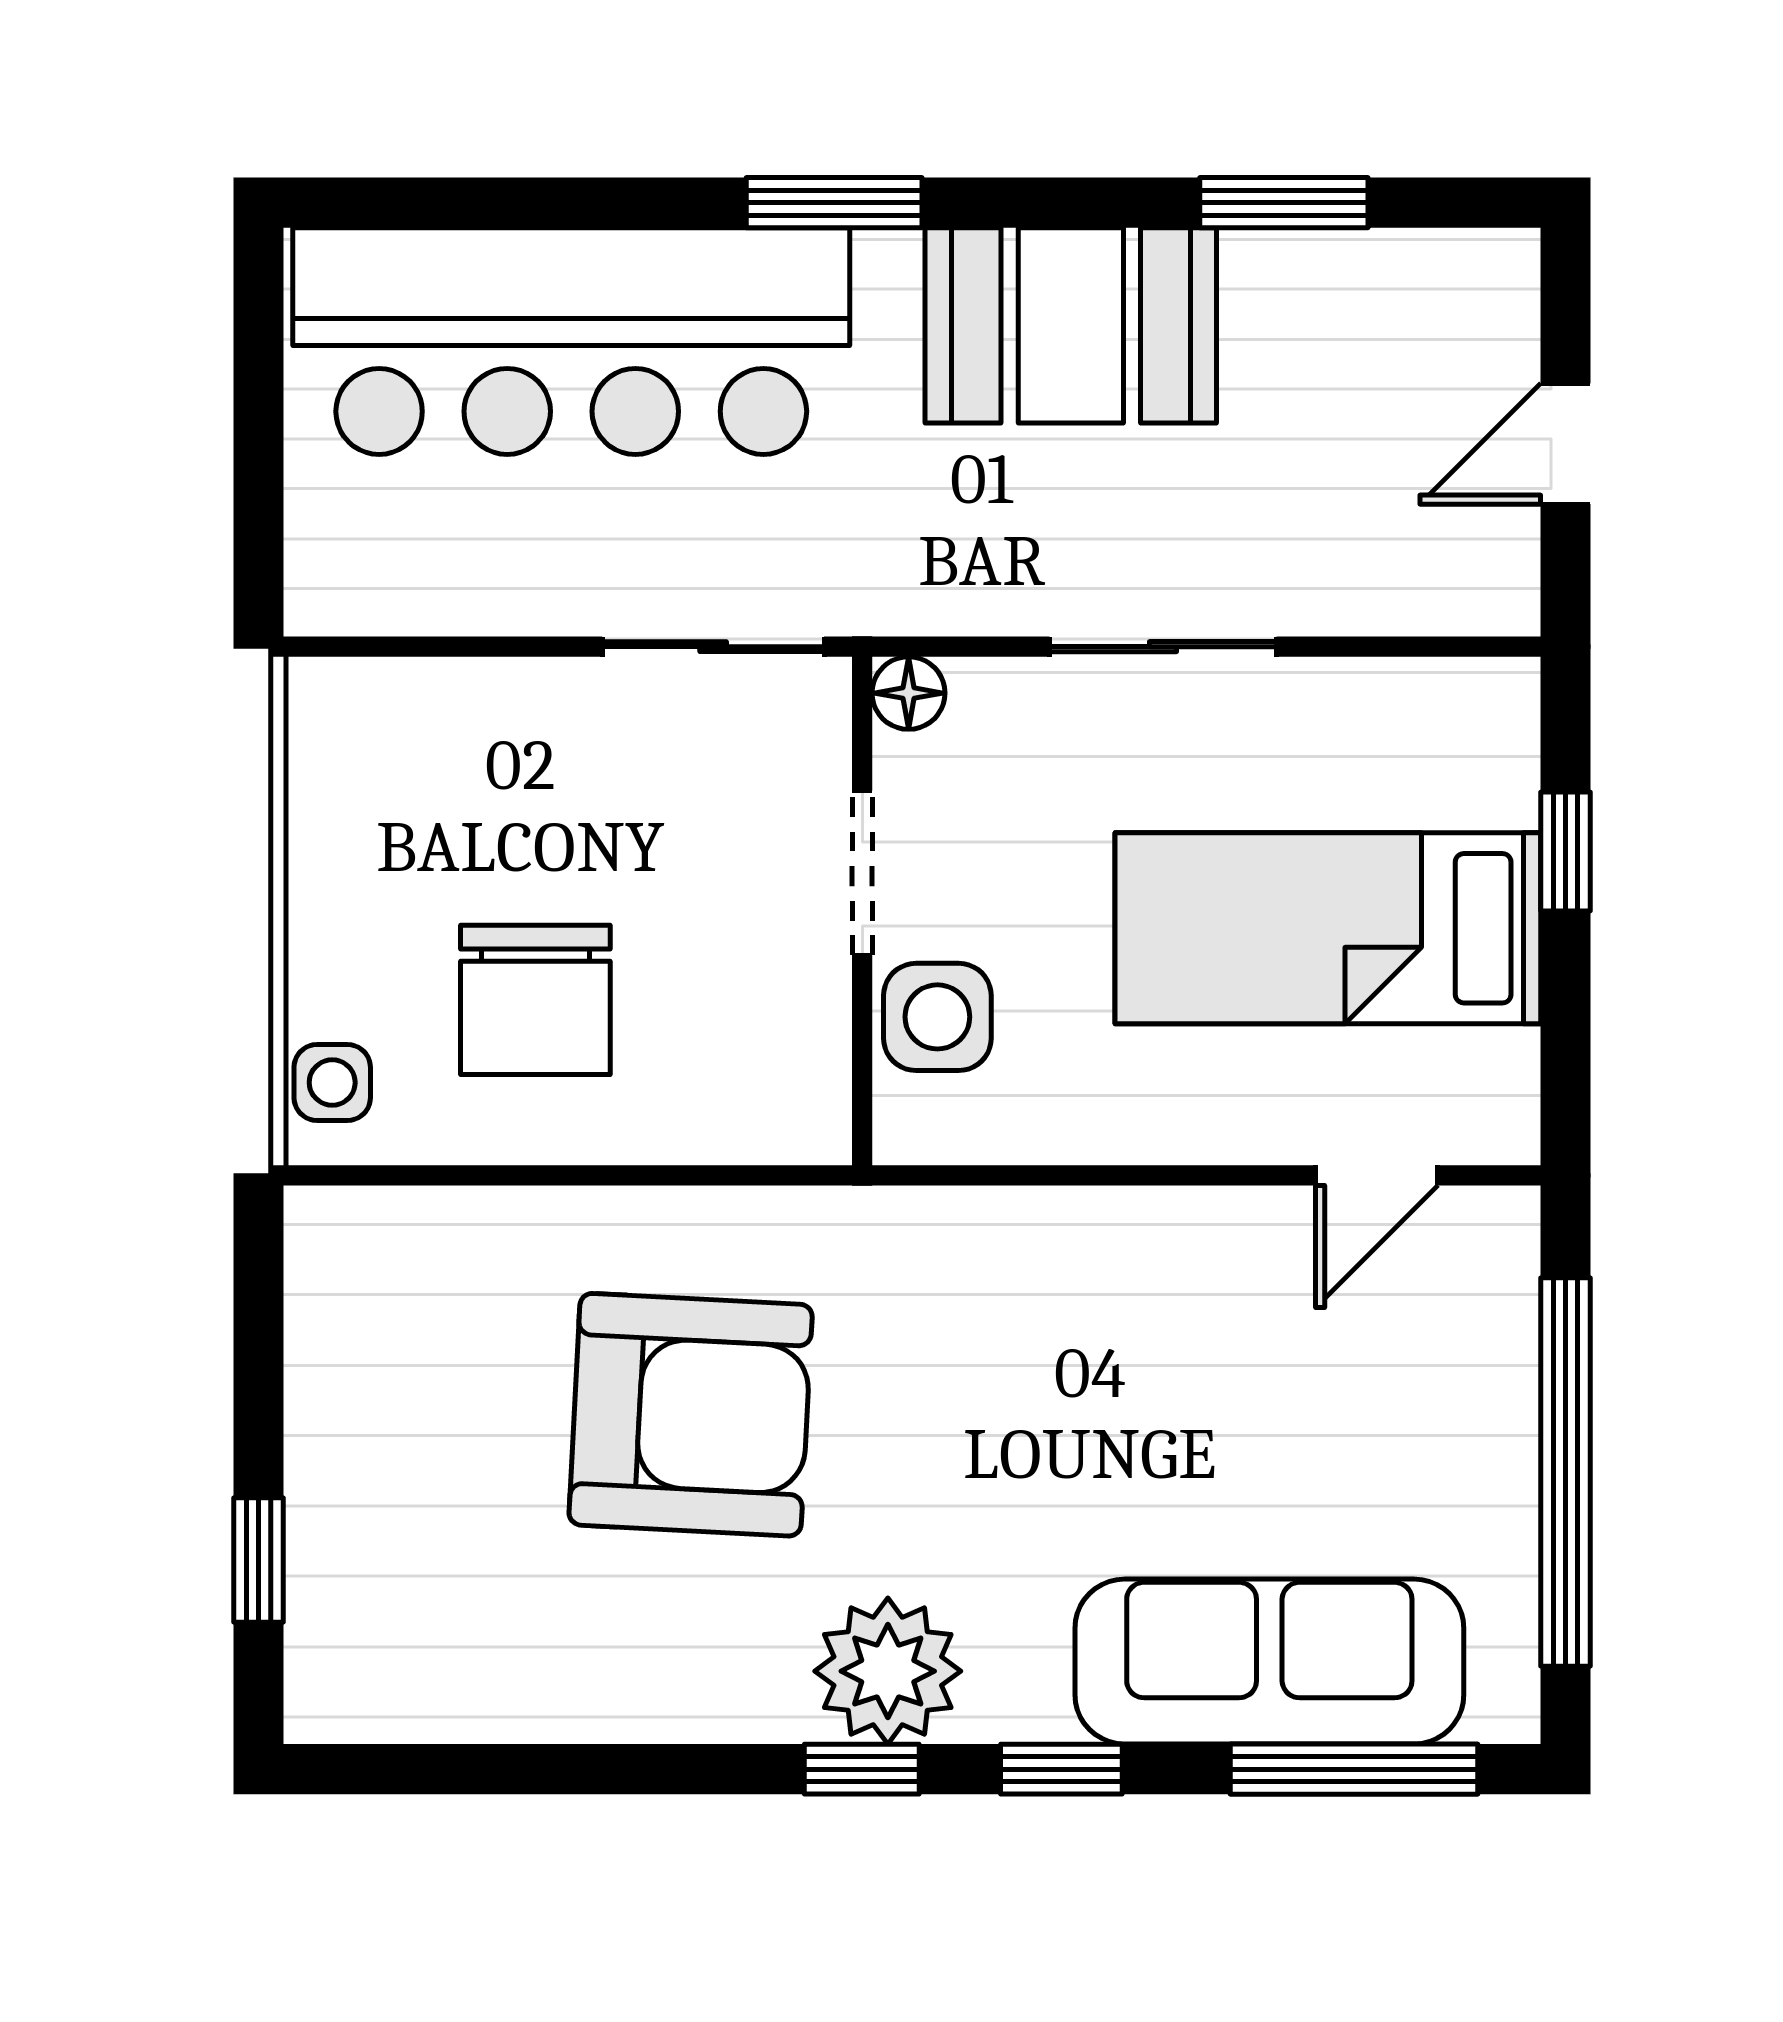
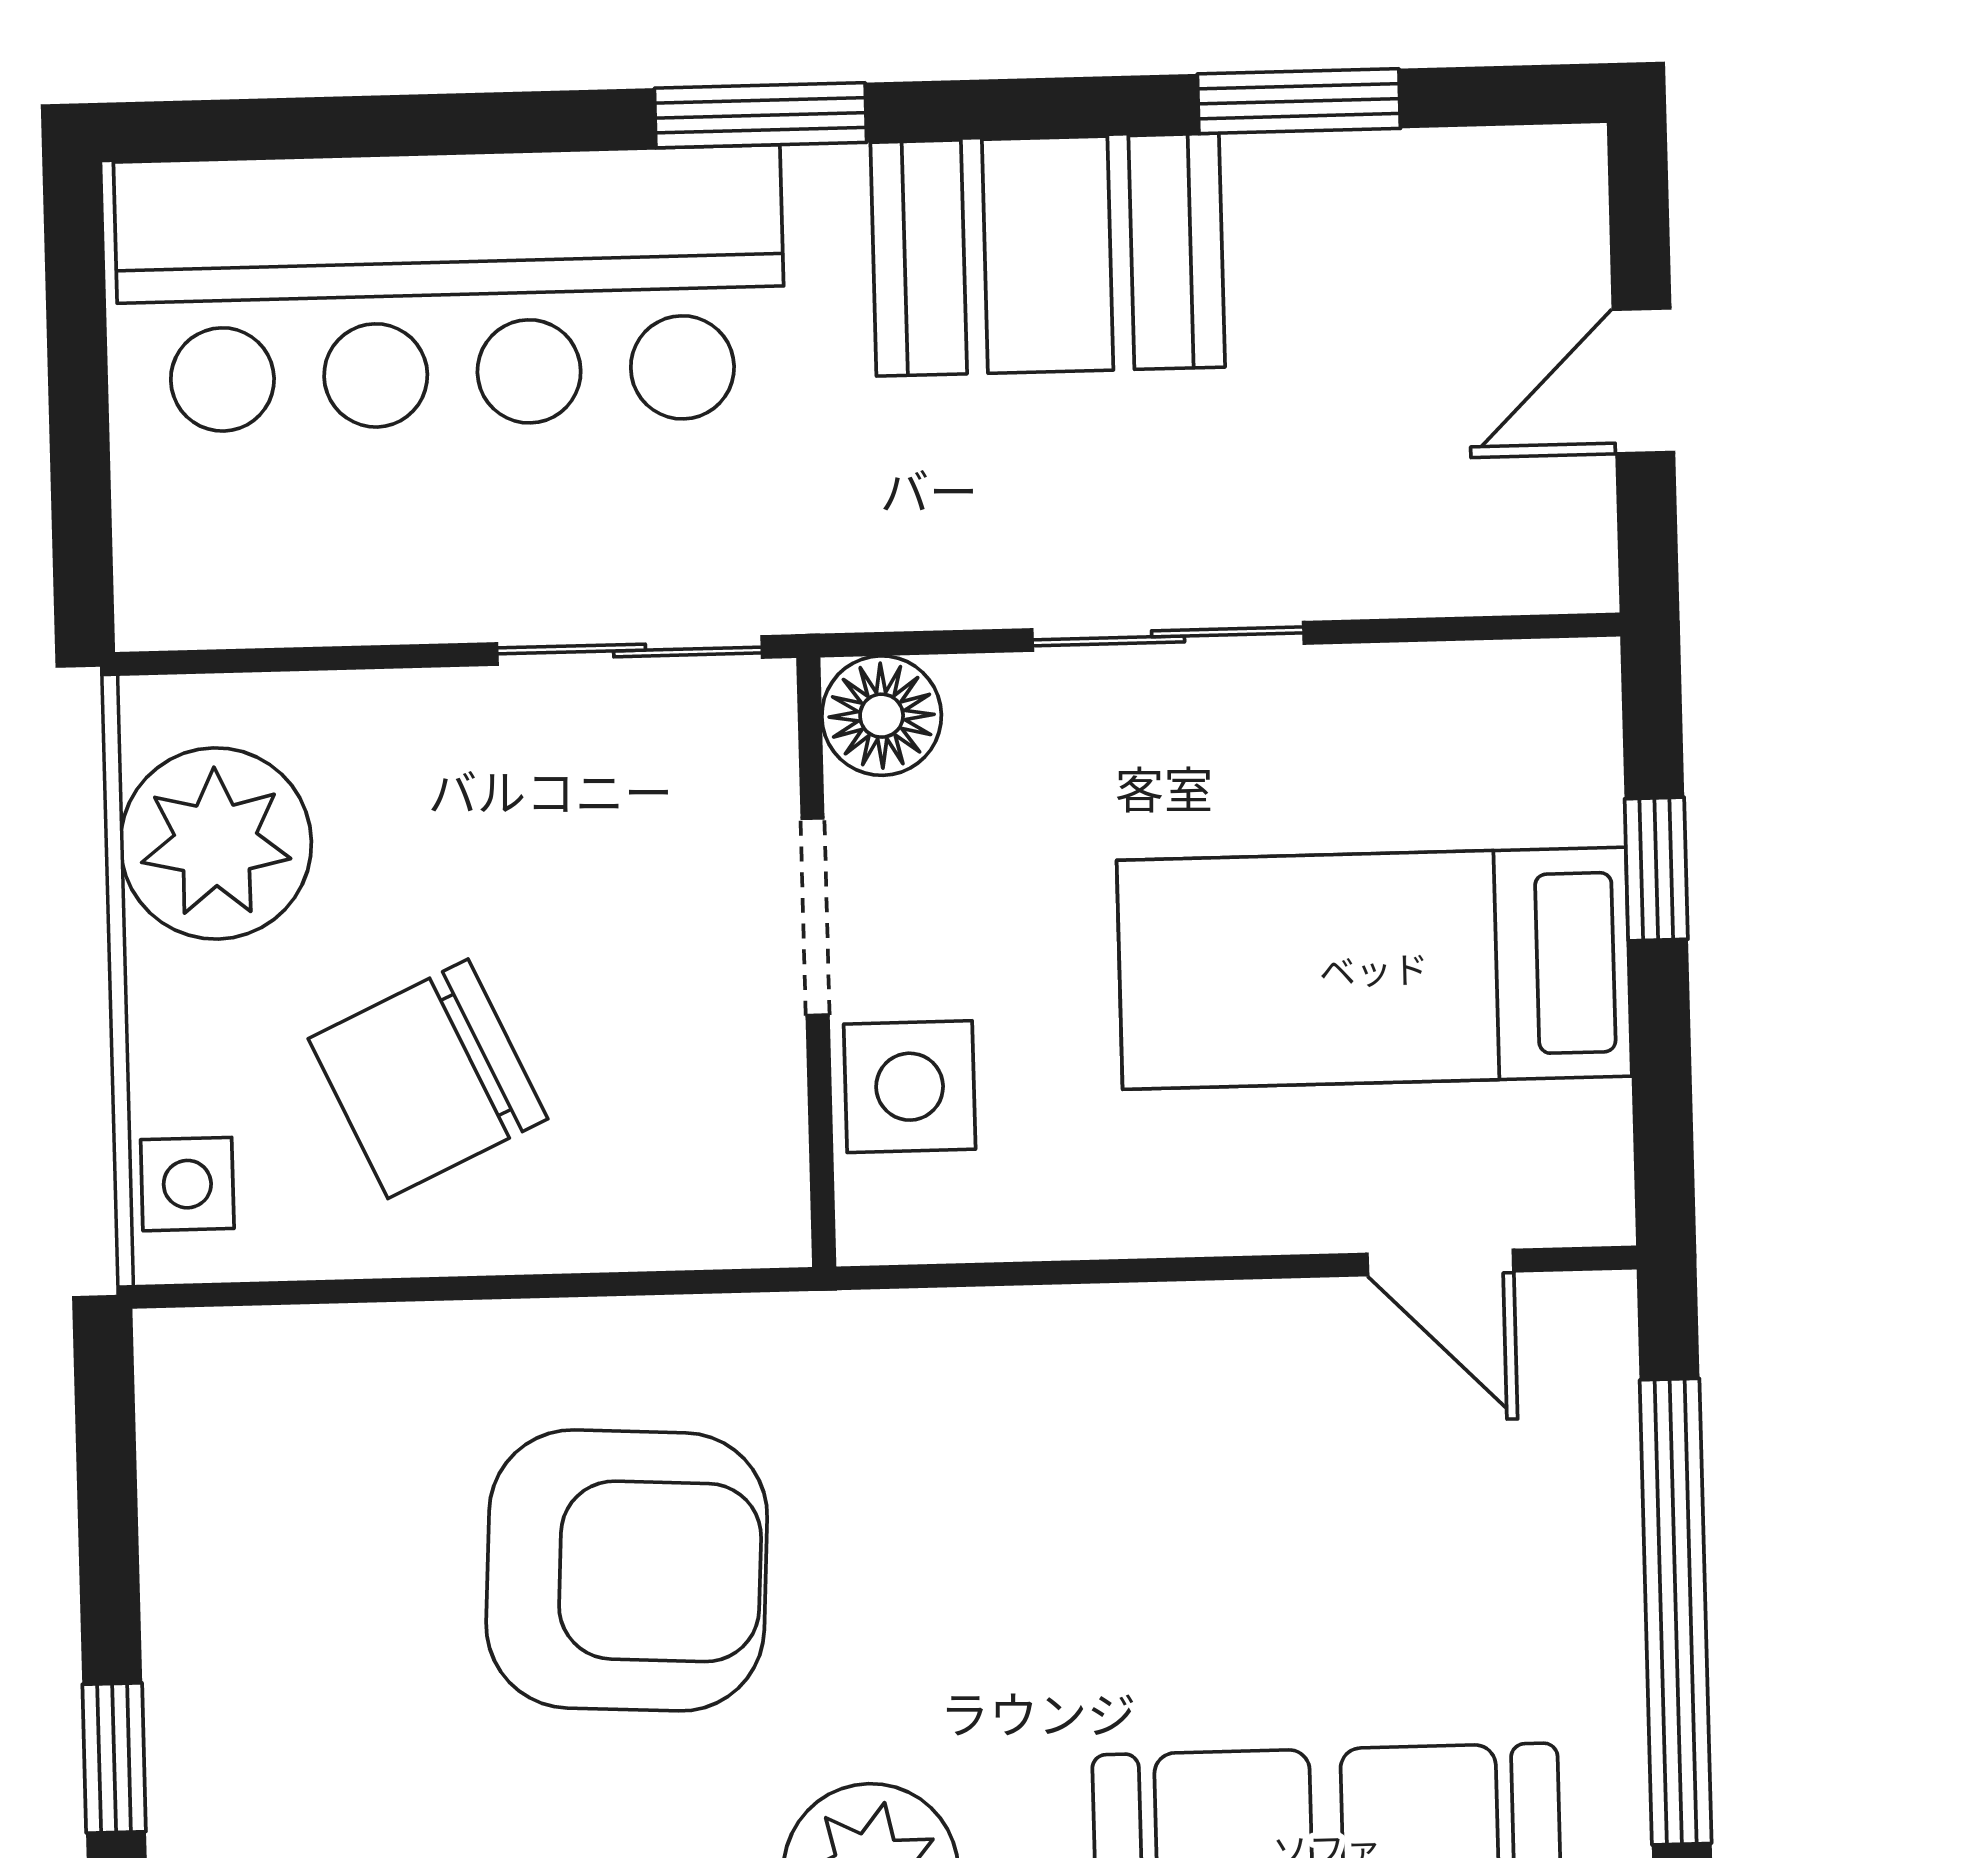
floor lamp: (909, 693) -> (882, 716), width x1.37, depth x1.37
plant: (363, 799) -> (216, 843), added
chair: (535, 1000) -> (428, 1079), turned 65
door: (1377, 1175) -> (1440, 1263), hinge flipped

